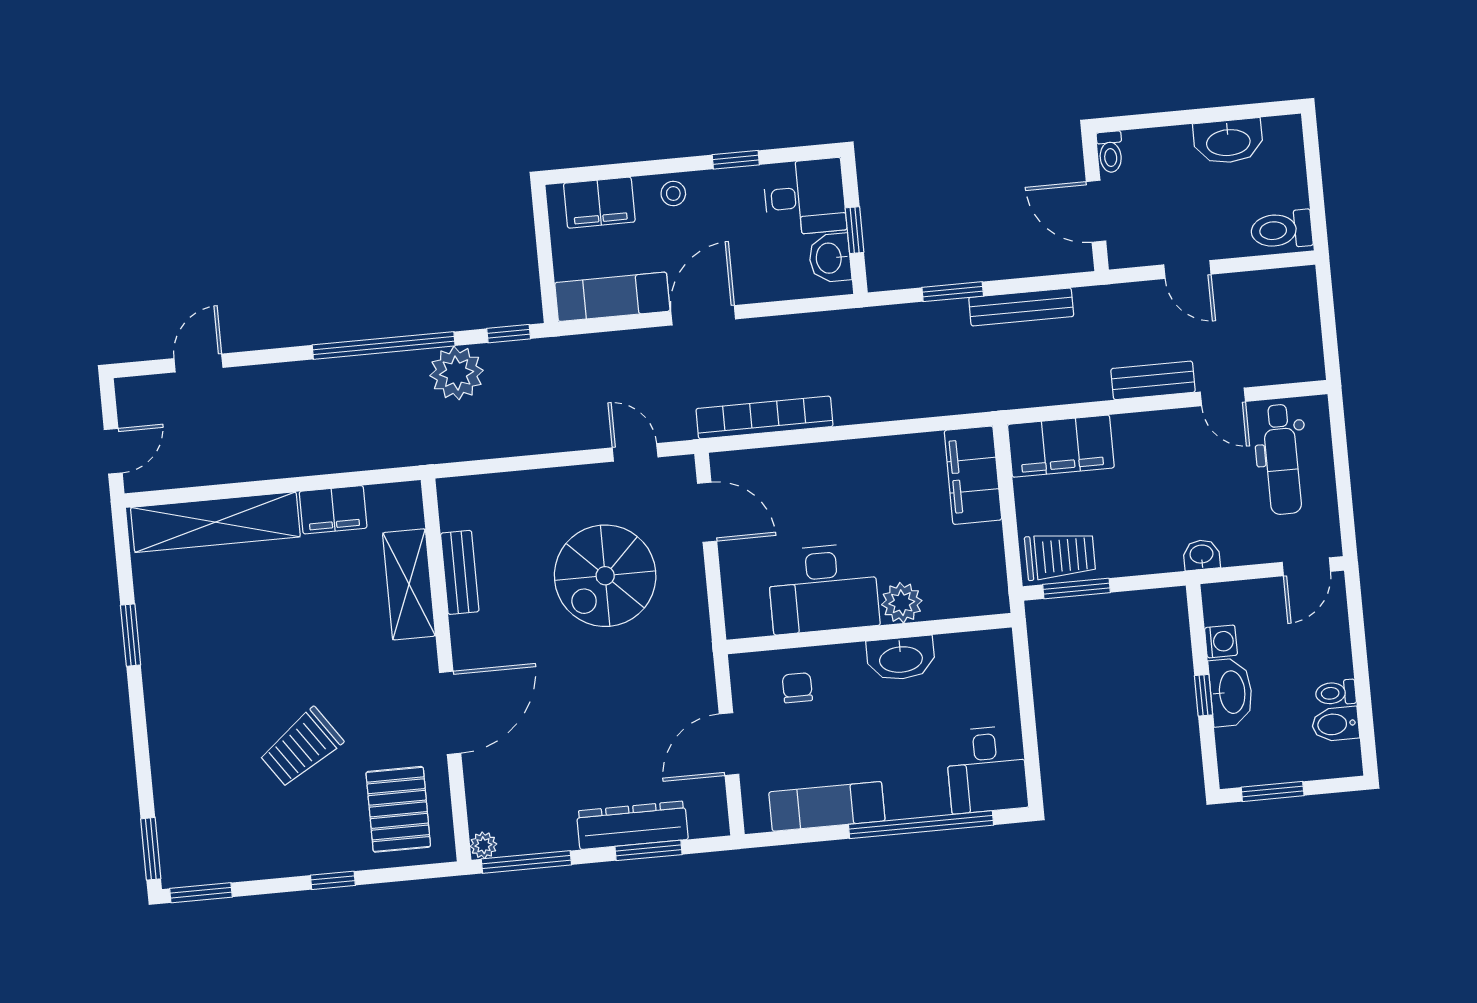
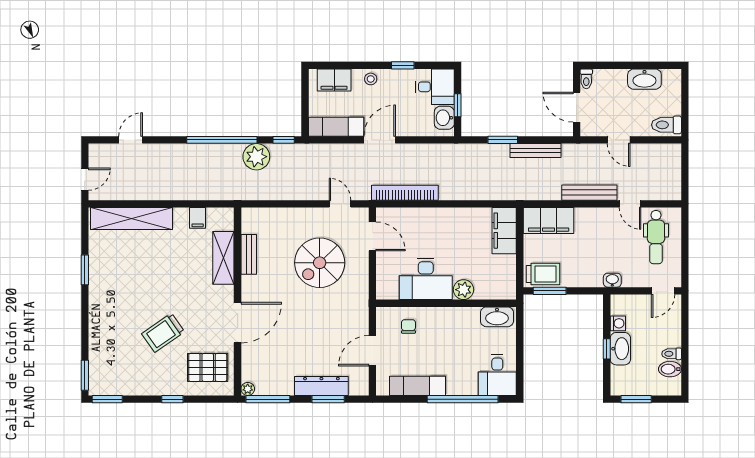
bench: (1153, 380) -> (589, 193), width x1.36
filing cabinet: (333, 510) -> (198, 218), width x0.50
washbasin: (901, 658) -> (497, 317), moved
pallet: (398, 809) -> (208, 367), turned 90

